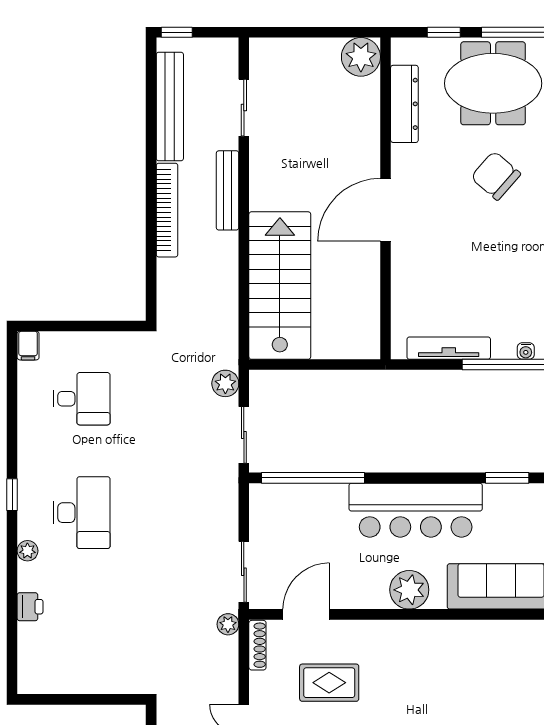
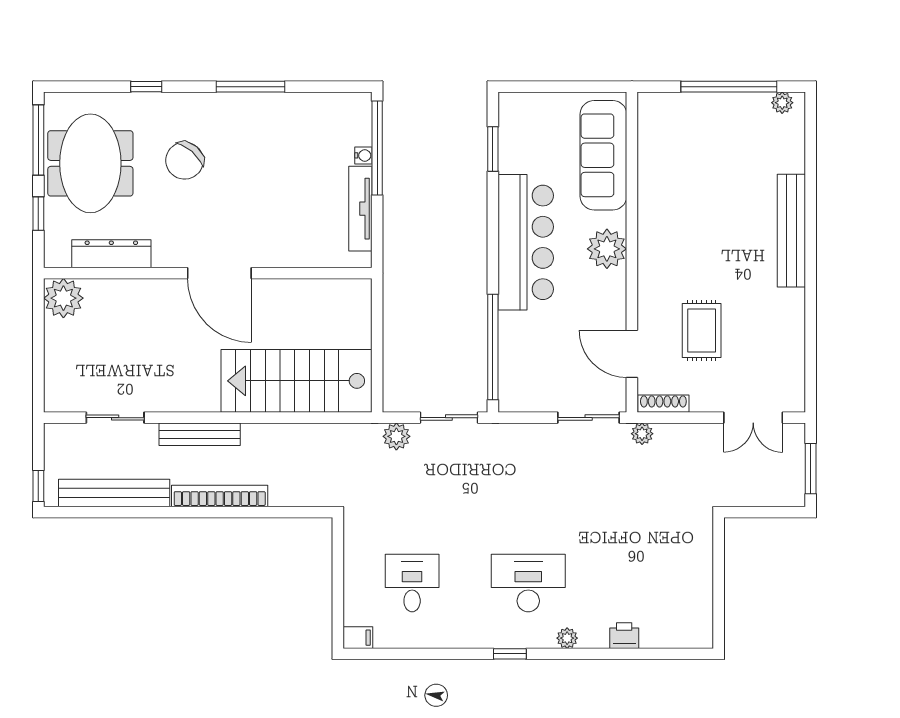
water cooler: (526, 351) -> (363, 155), moved

